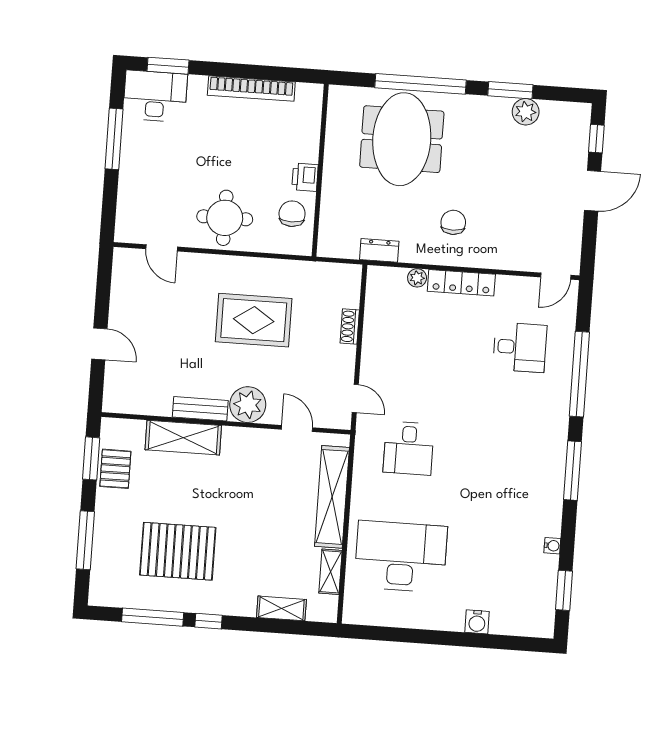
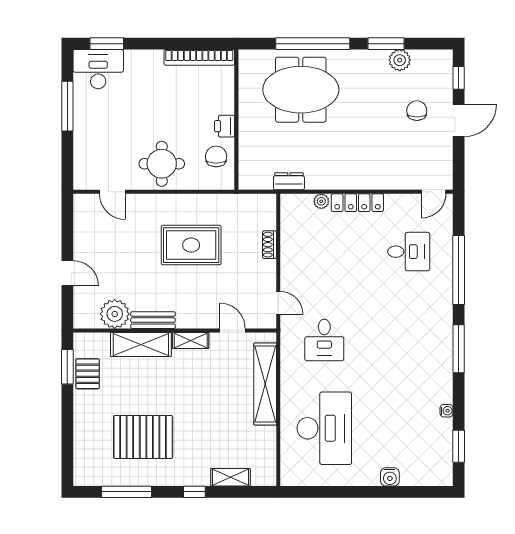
bookcase: (251, 89) -> (199, 57), moved
meeting table: (402, 139) -> (301, 90), turned 90
chair: (453, 222) -> (417, 111), moved
plant: (248, 405) -> (115, 314), moved
window: (85, 540) -> (67, 433), removed
desk: (401, 556) -> (324, 428), turned 90
shelving: (331, 572) -> (191, 340), moved, turned 90
window: (208, 621) -> (194, 492), moved

